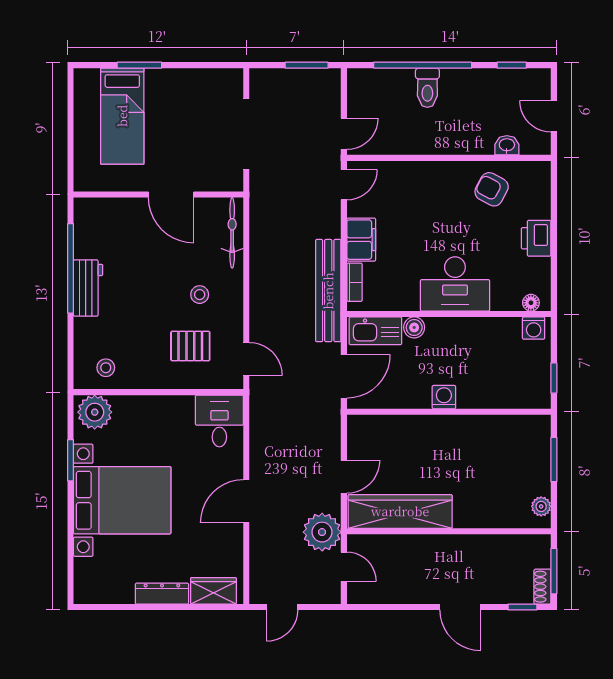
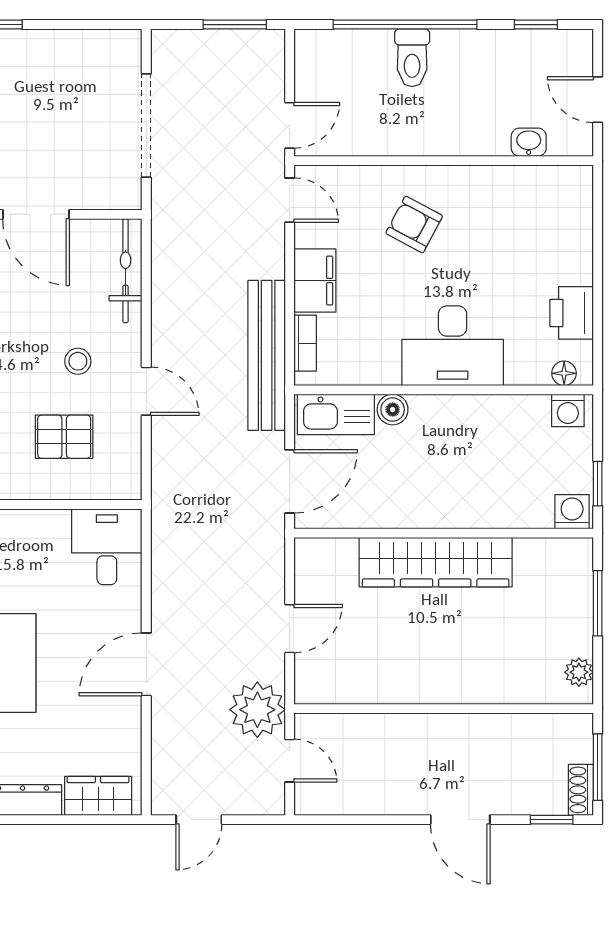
door: (344, 185) -> (290, 200), hinge flipped
armchair: (492, 189) -> (414, 224), moved
printer: (536, 238) -> (572, 313), moved
door: (246, 359) -> (146, 391), moved
washing machine: (444, 397) -> (572, 512), moved
wardrobe: (400, 511) -> (436, 562), moved, turned 180

